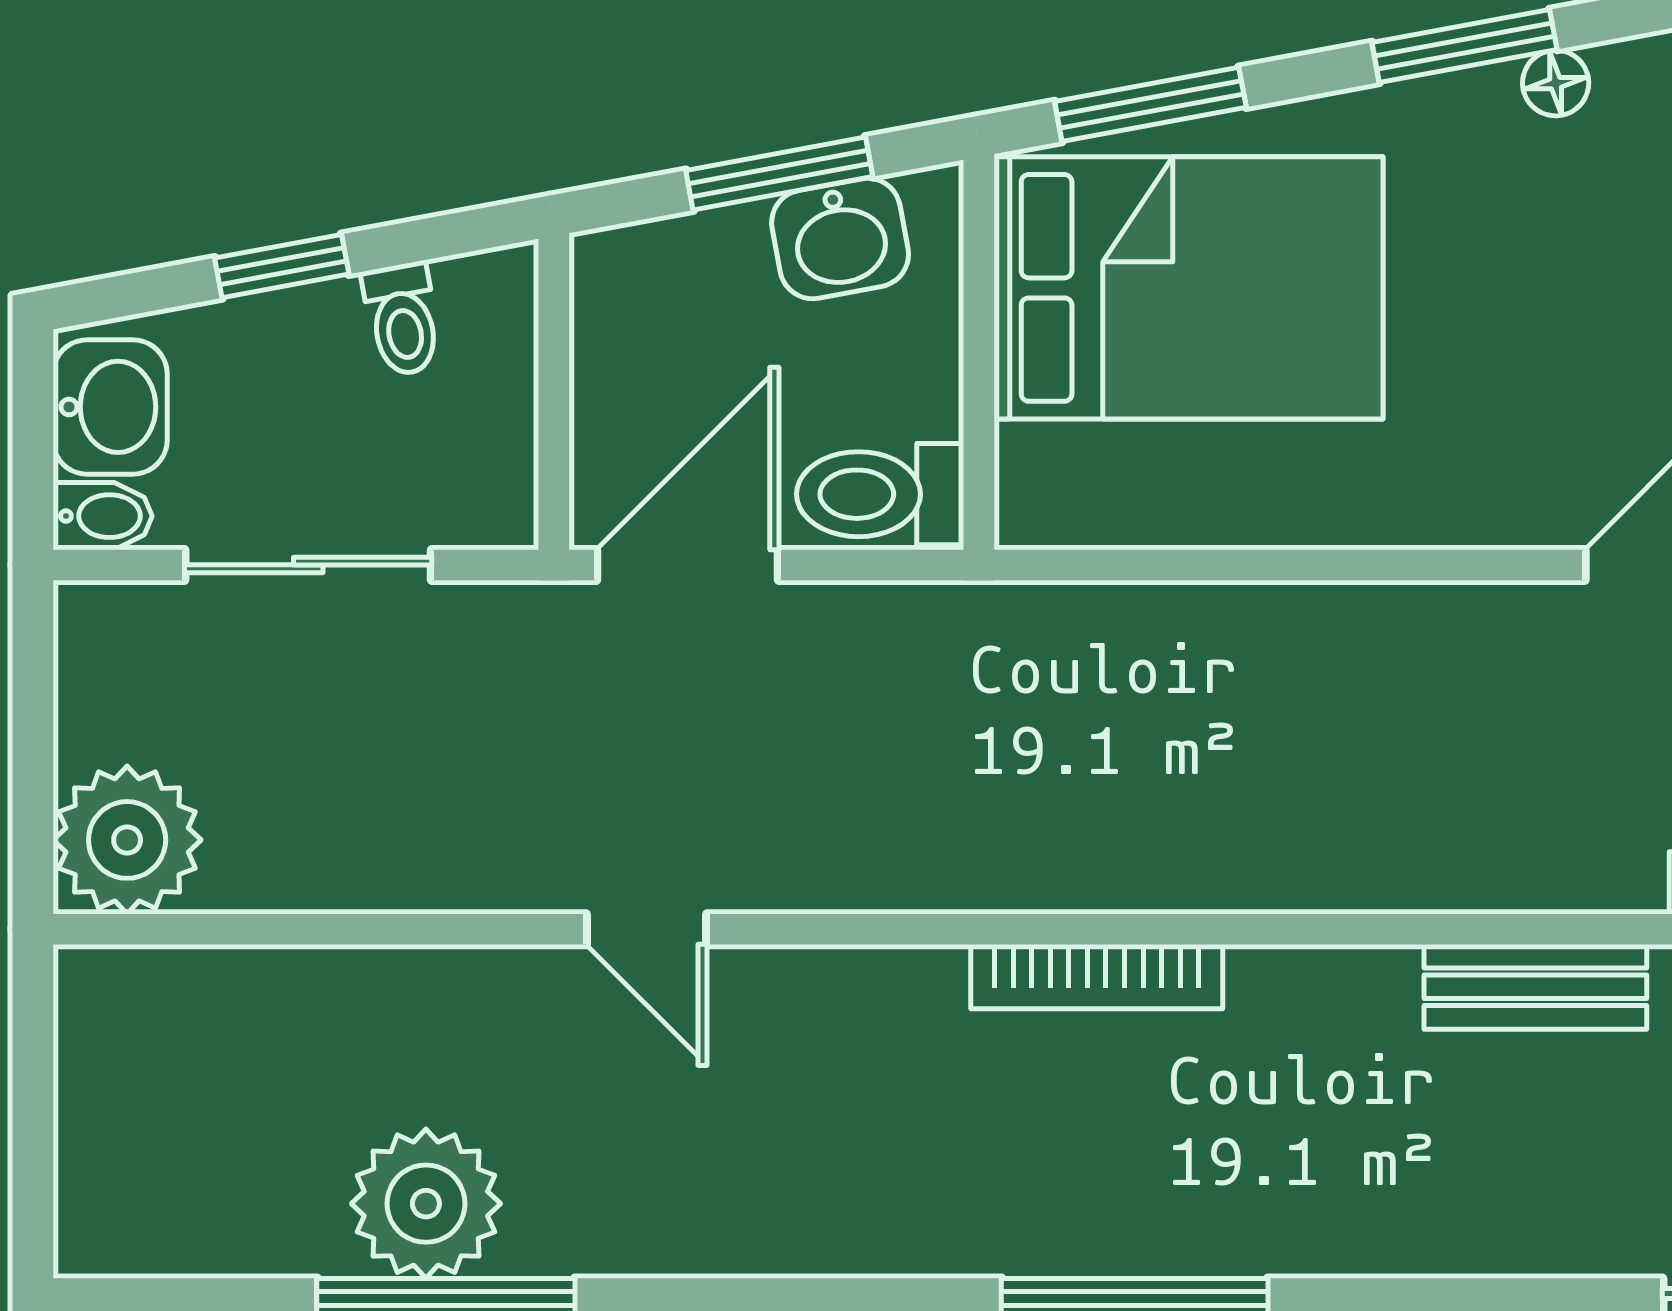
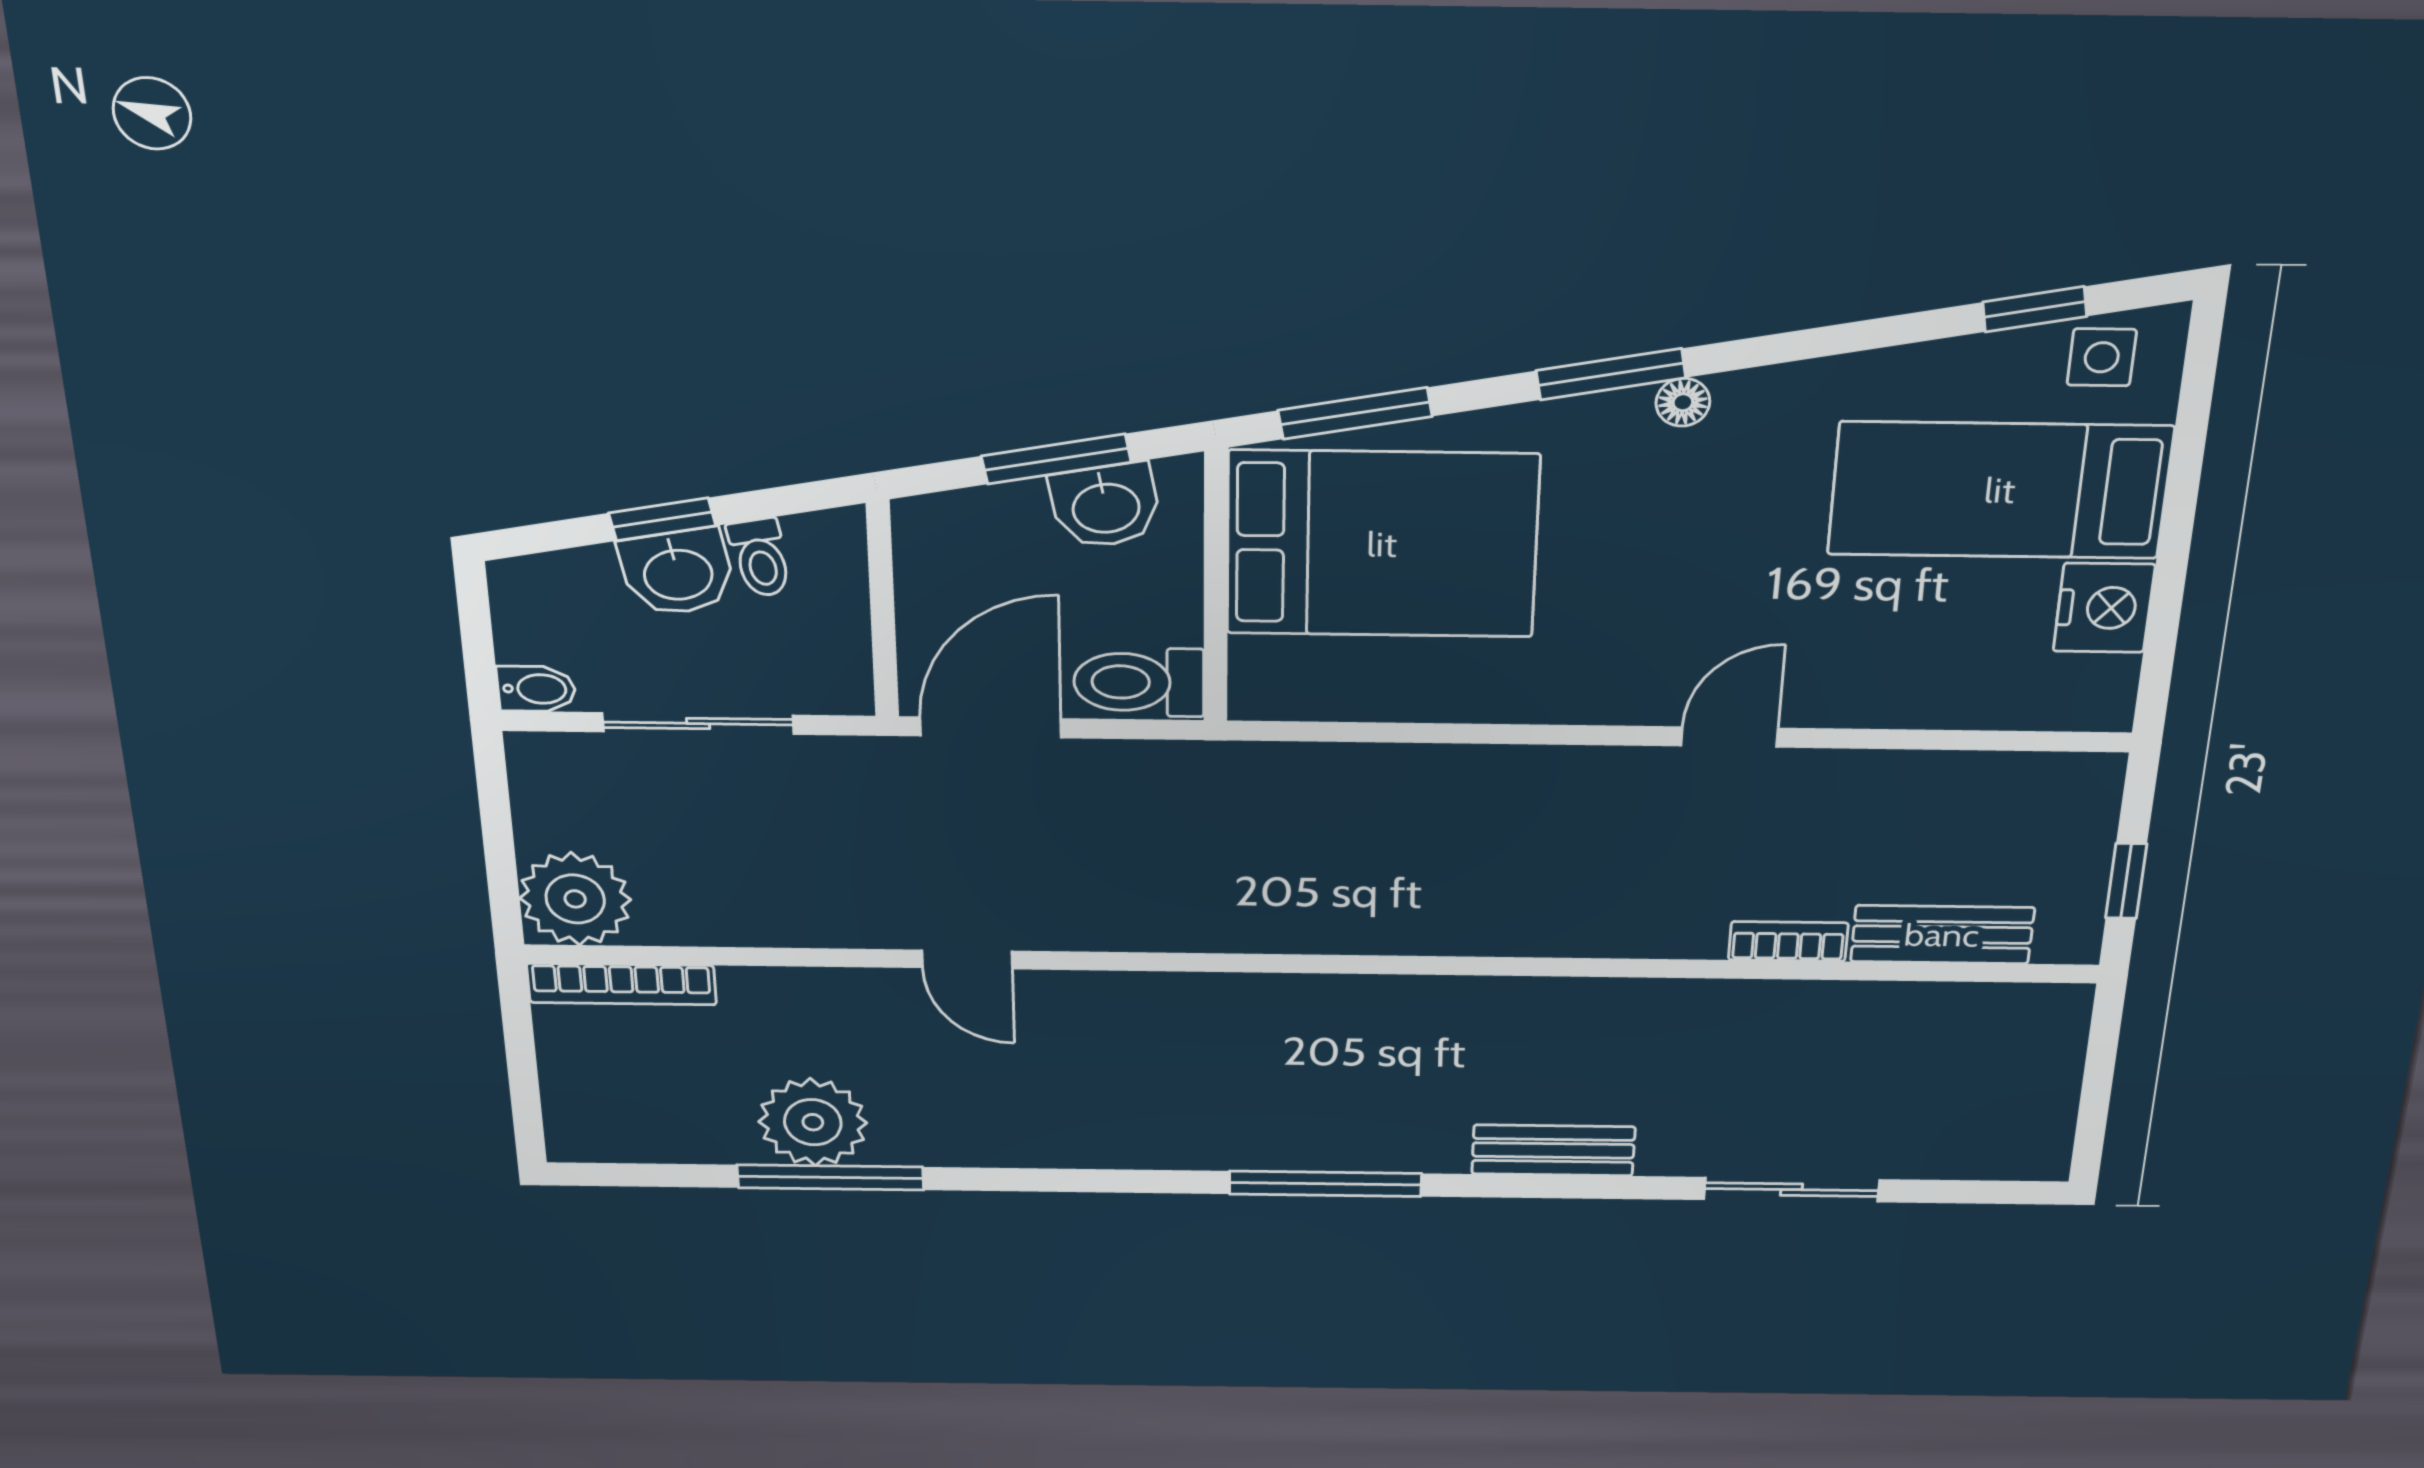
washbasin: (110, 407) -> (678, 572), moved, turned 79
bookcase: (1097, 977) -> (622, 984), moved
bench: (1535, 987) -> (1553, 1150), moved

